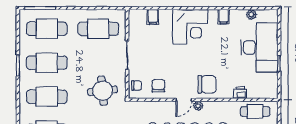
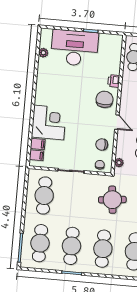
filing cabinet: (224, 17) -> (36, 155), moved
corner desk: (190, 27) -> (49, 122), moved
round table: (103, 91) -> (112, 200), moved
printer: (240, 93) -> (114, 81), moved
plant: (198, 106) -> (119, 163), moved

